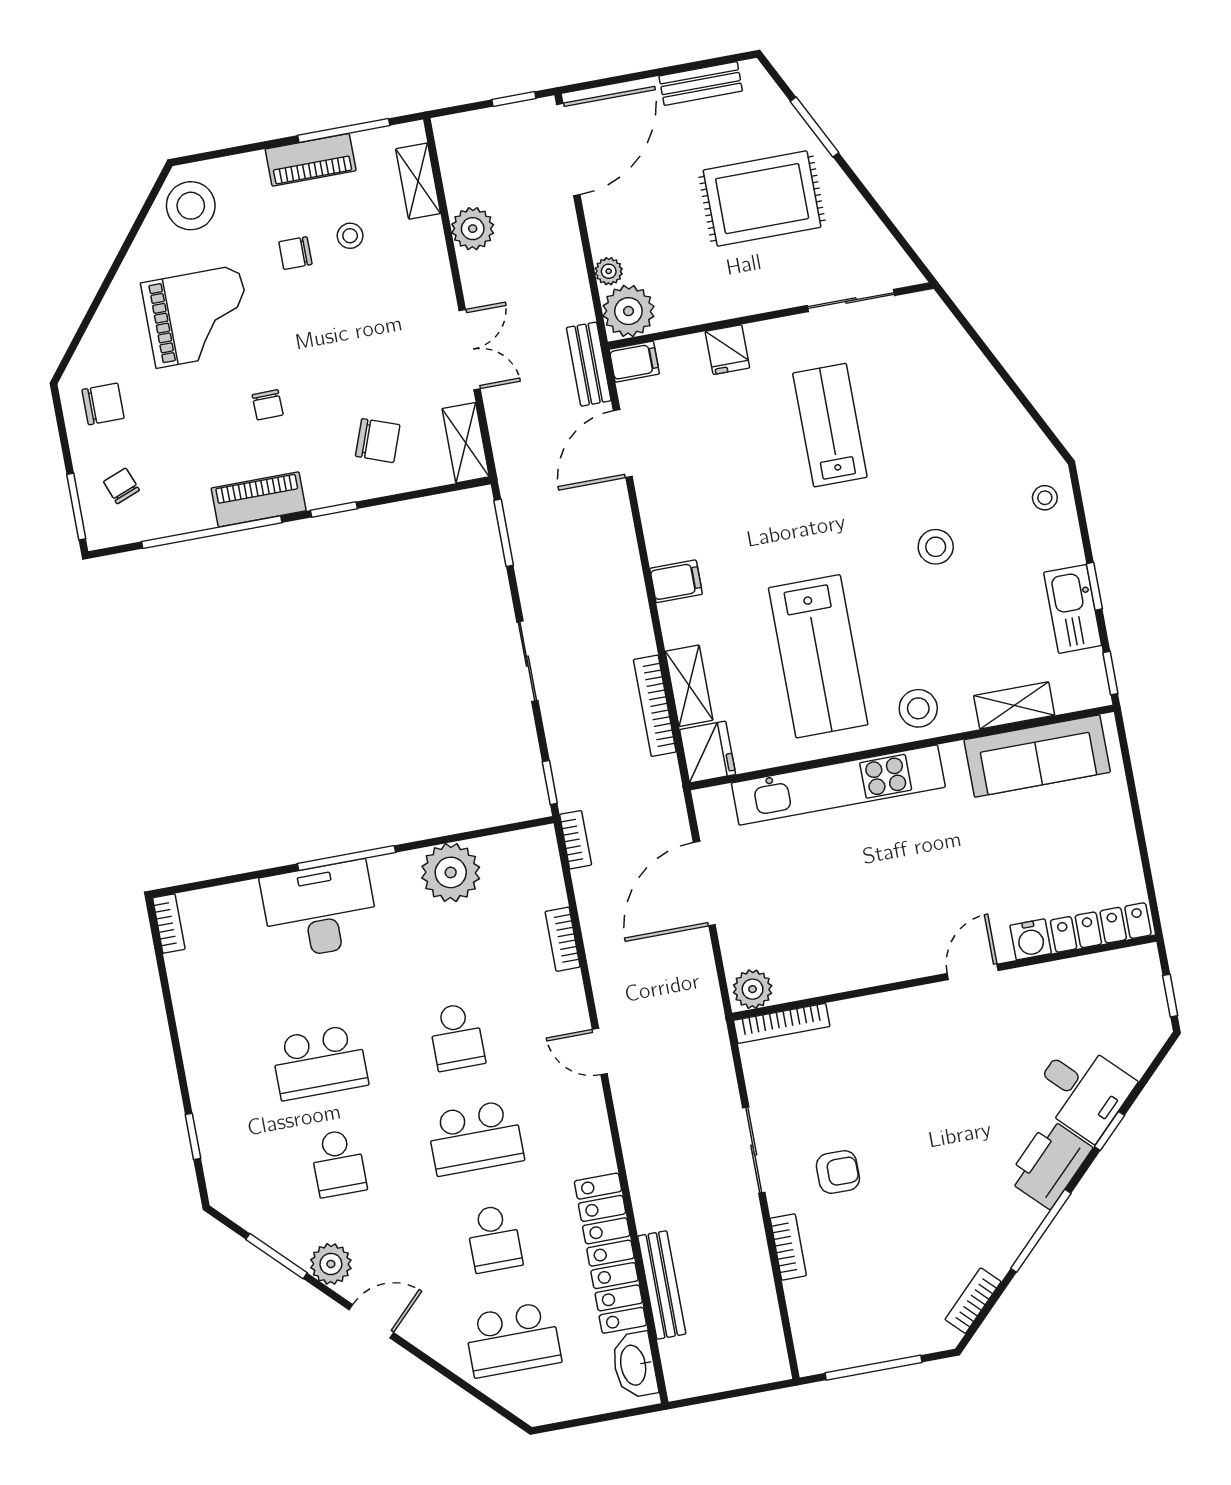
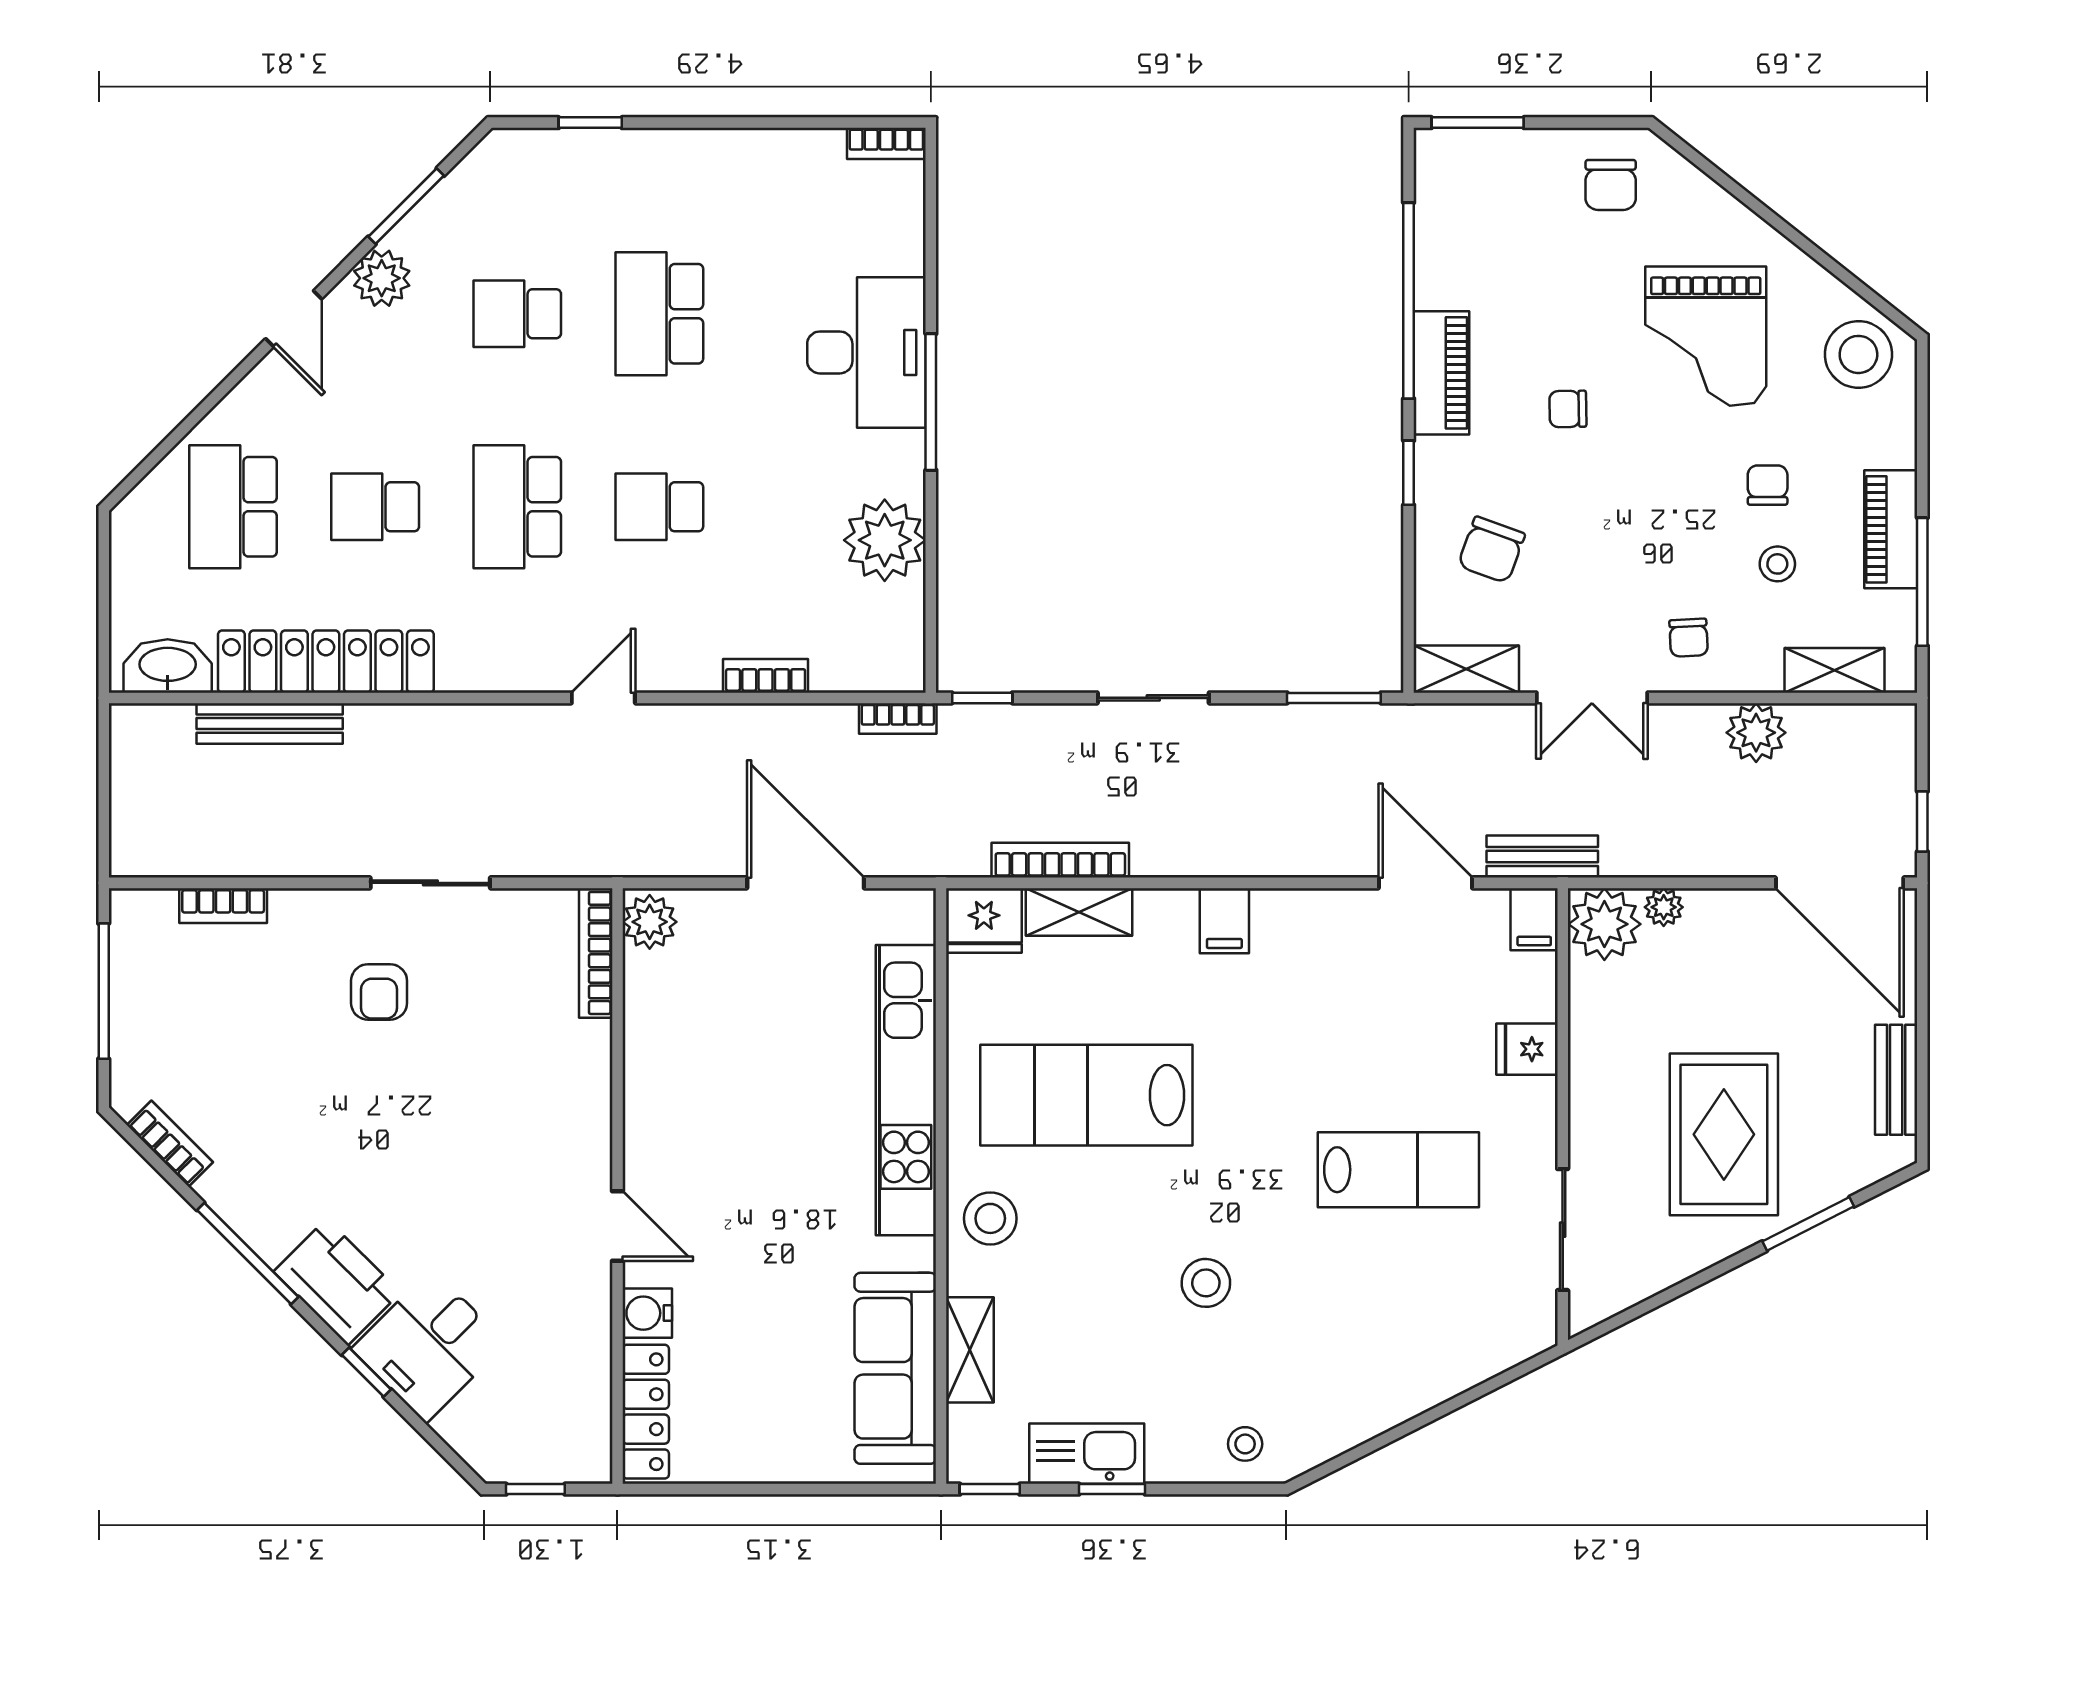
chair: (121, 486) -> (1689, 638), moved, turned 108
bookcase: (788, 1247) -> (223, 906), moved

